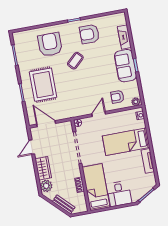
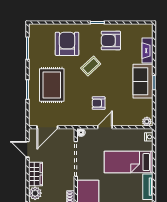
armchair: (117, 97) -> (99, 103), moved
door: (46, 124) -> (47, 127), swing flipped
door: (32, 147) -> (27, 149), hinge flipped

